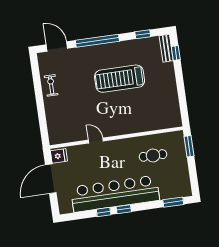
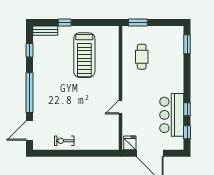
window: (176, 53) -> (65, 23), moved
treadmill: (120, 79) -> (84, 55), moved
bar counter: (115, 194) -> (172, 115), width x0.54
window: (124, 209) -> (187, 132), moved

